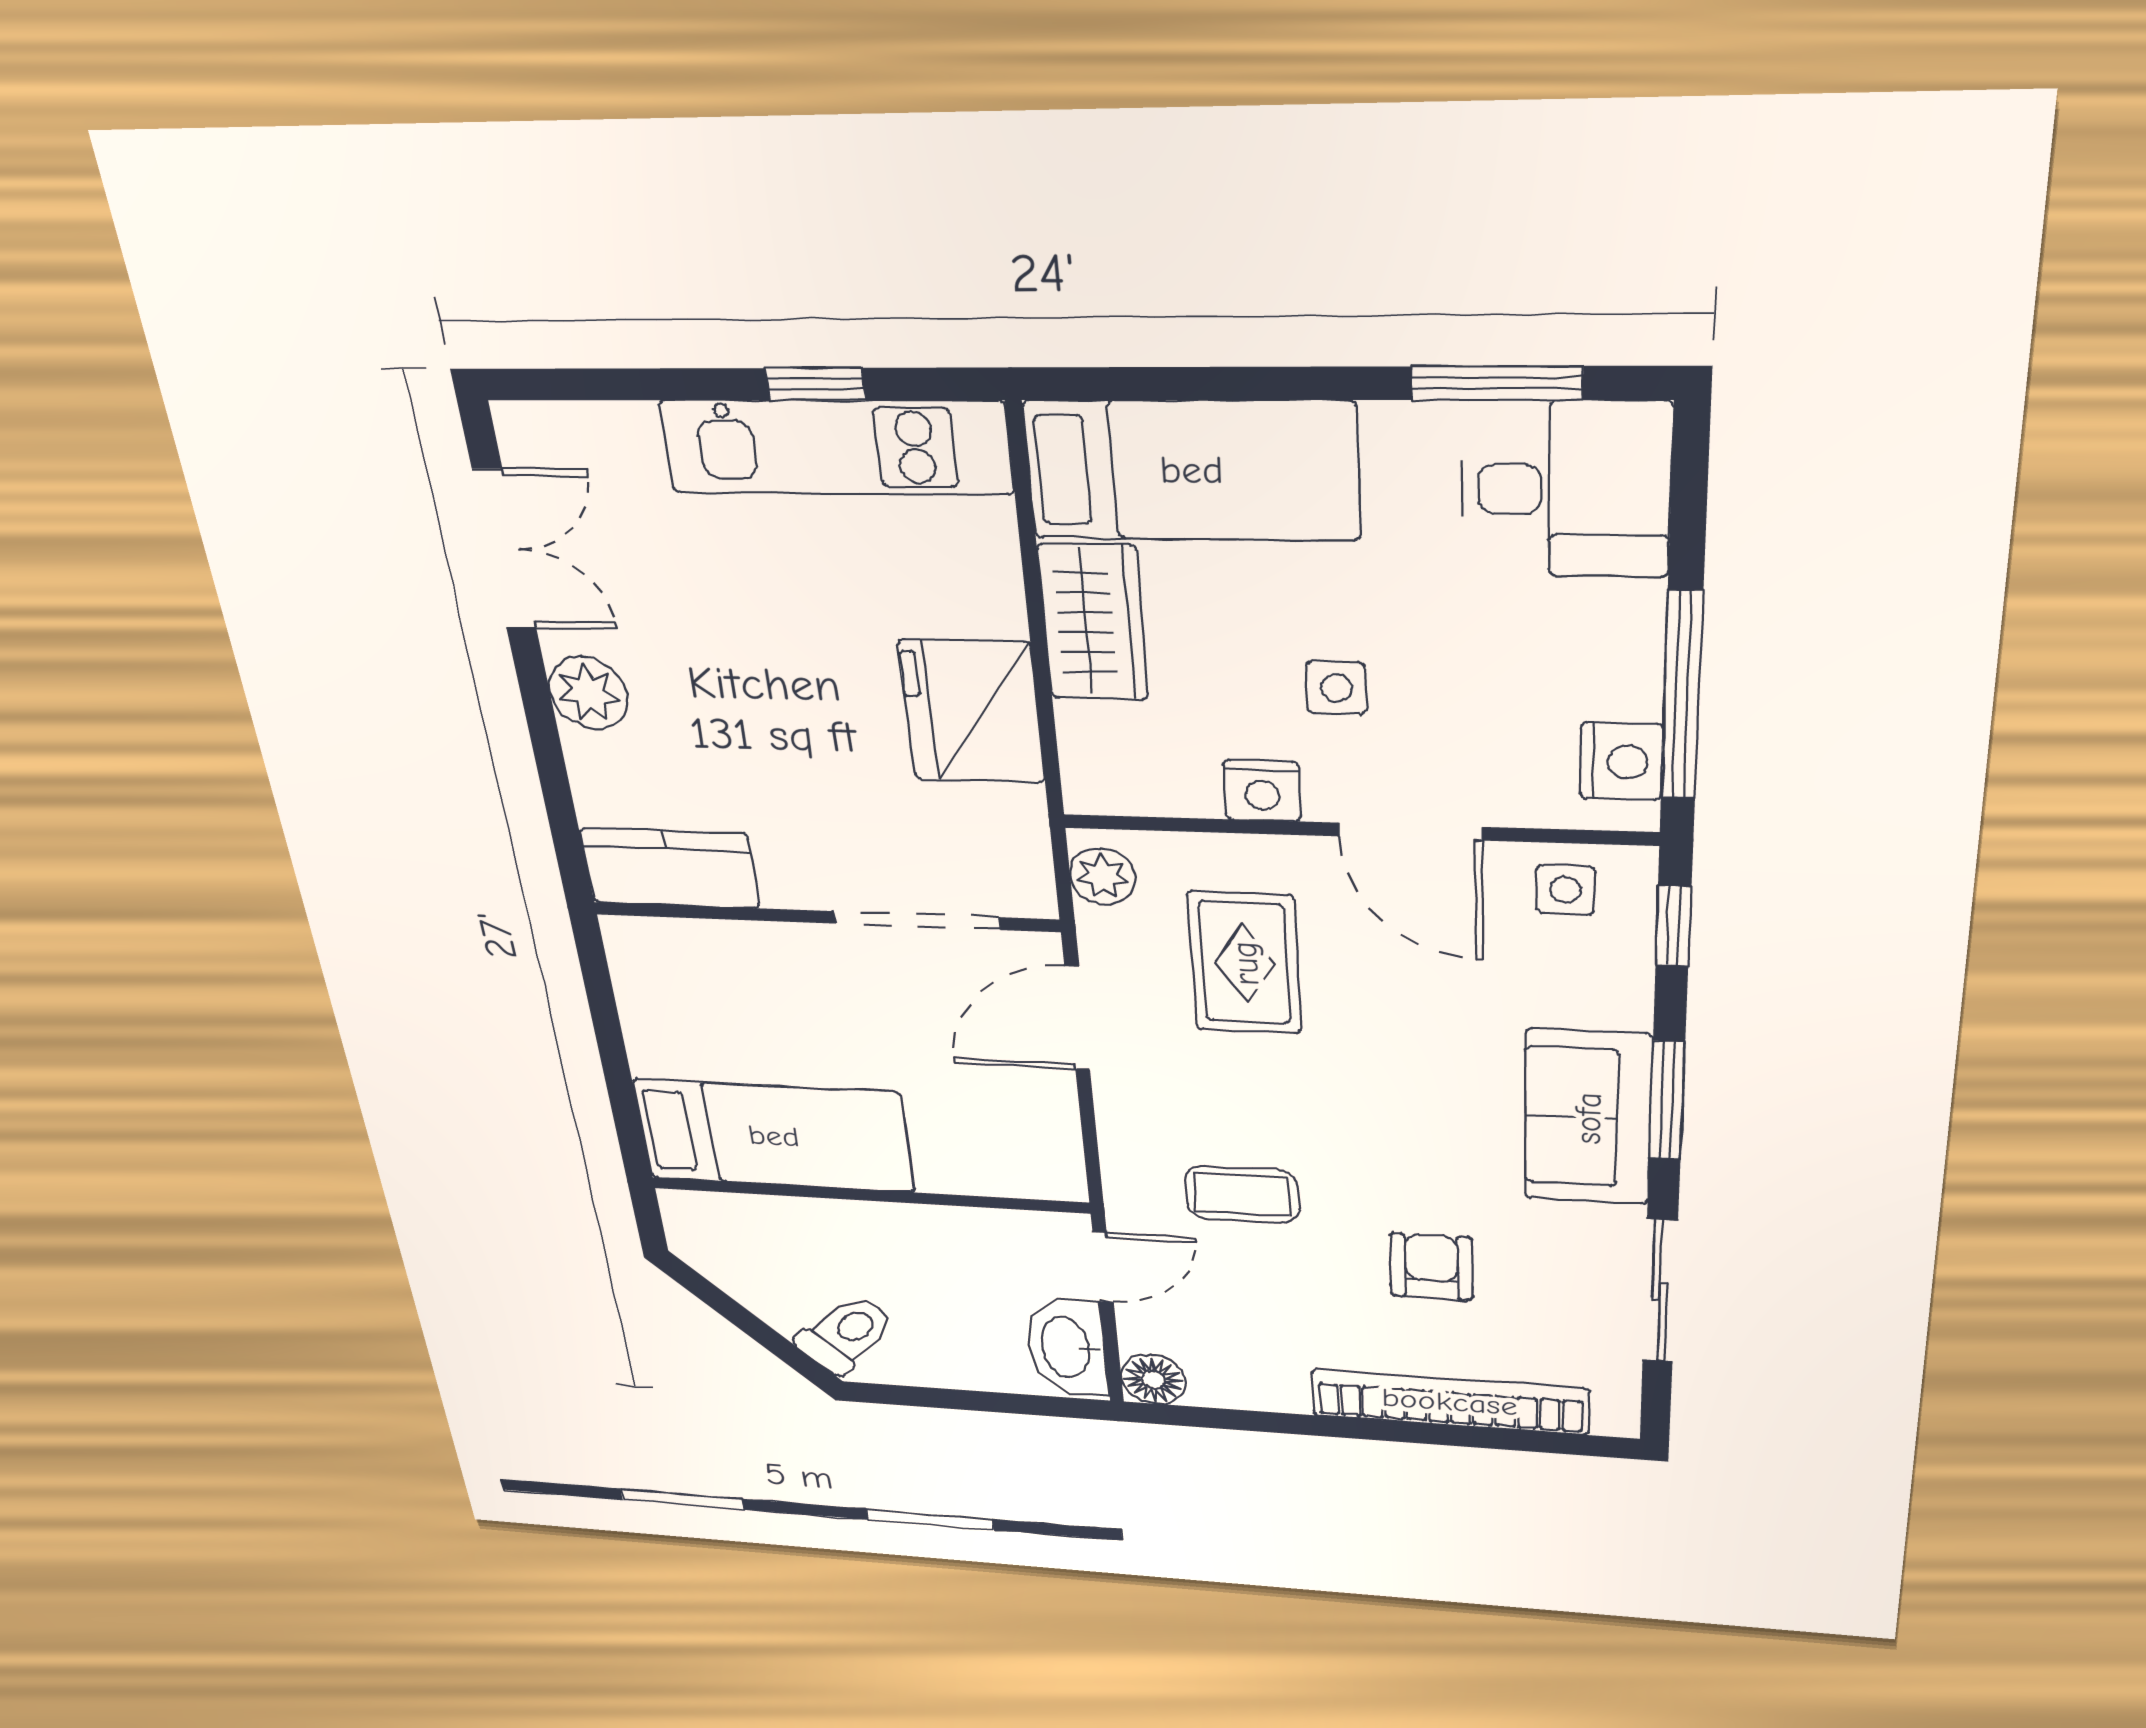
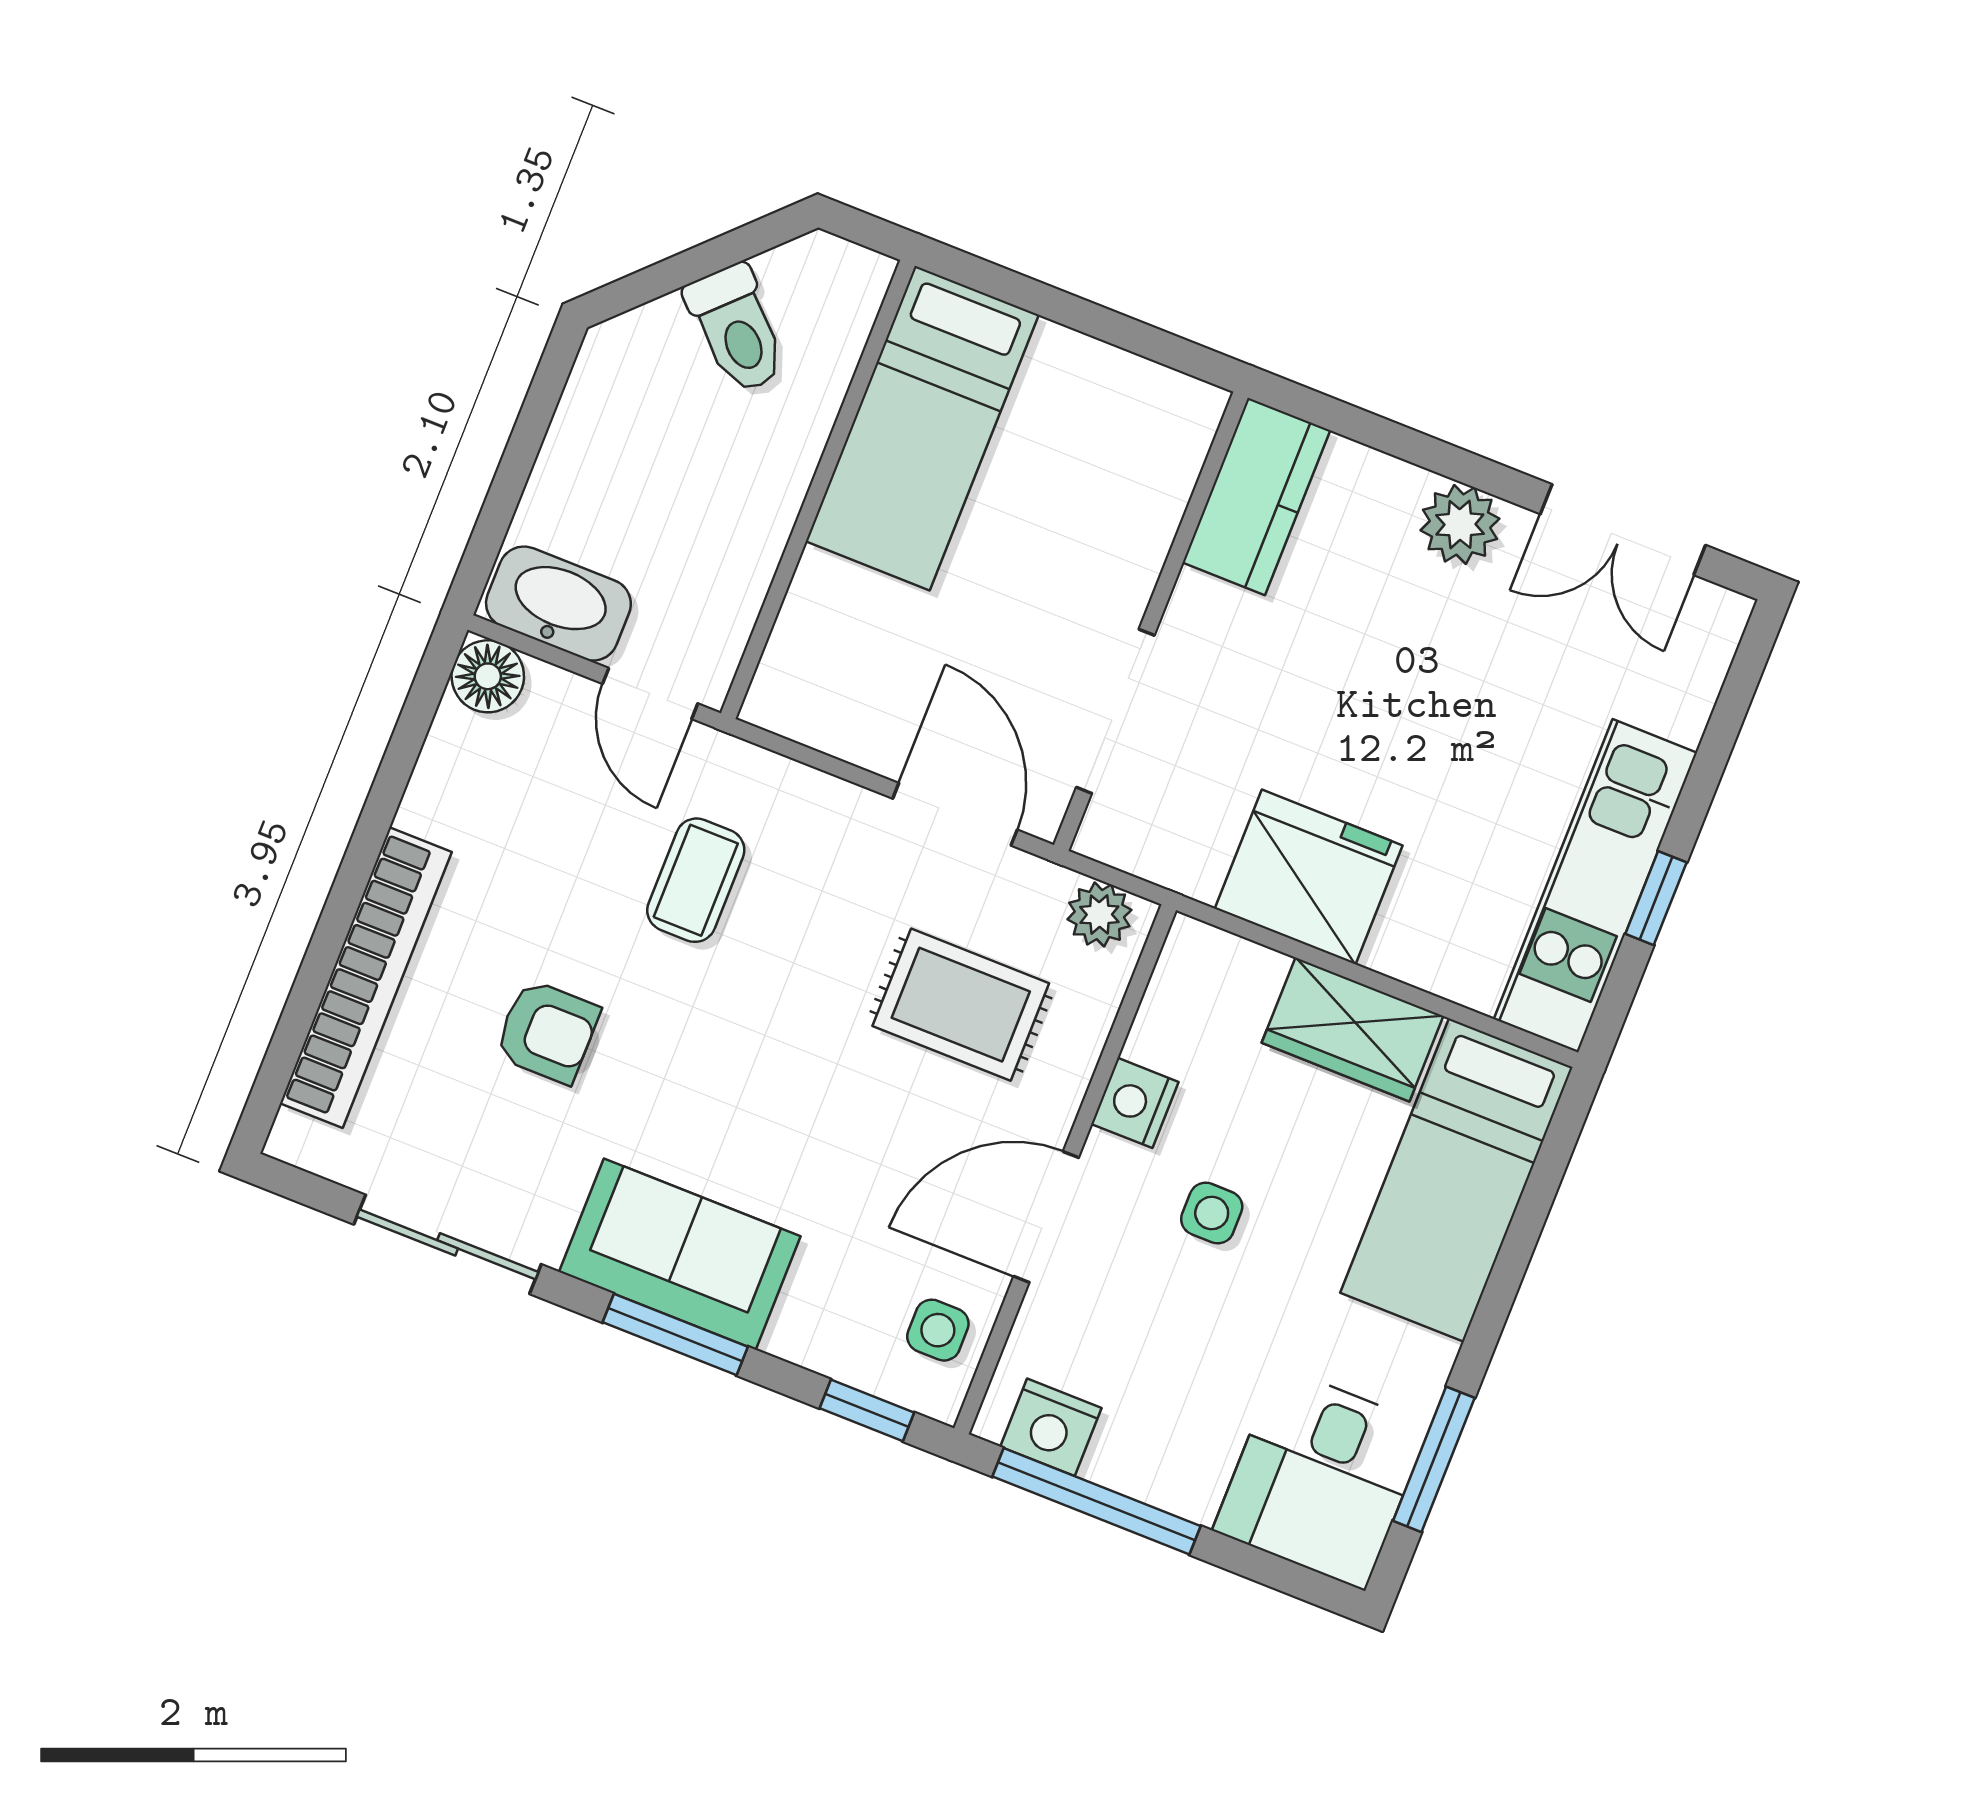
toilet: (846, 1334) -> (737, 329), moved

